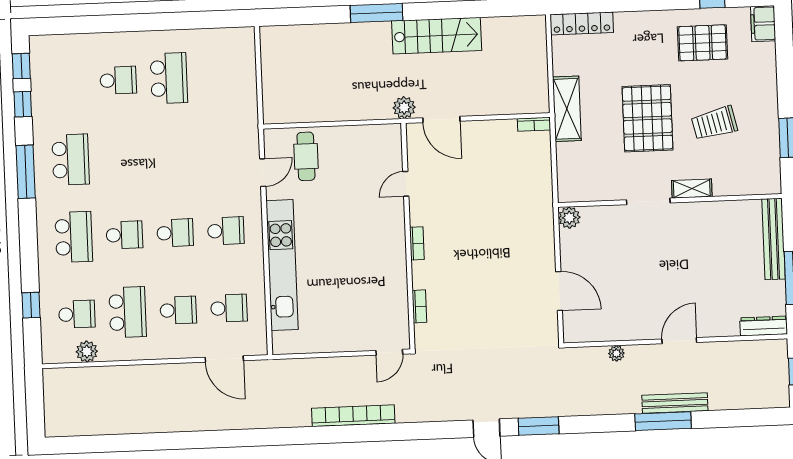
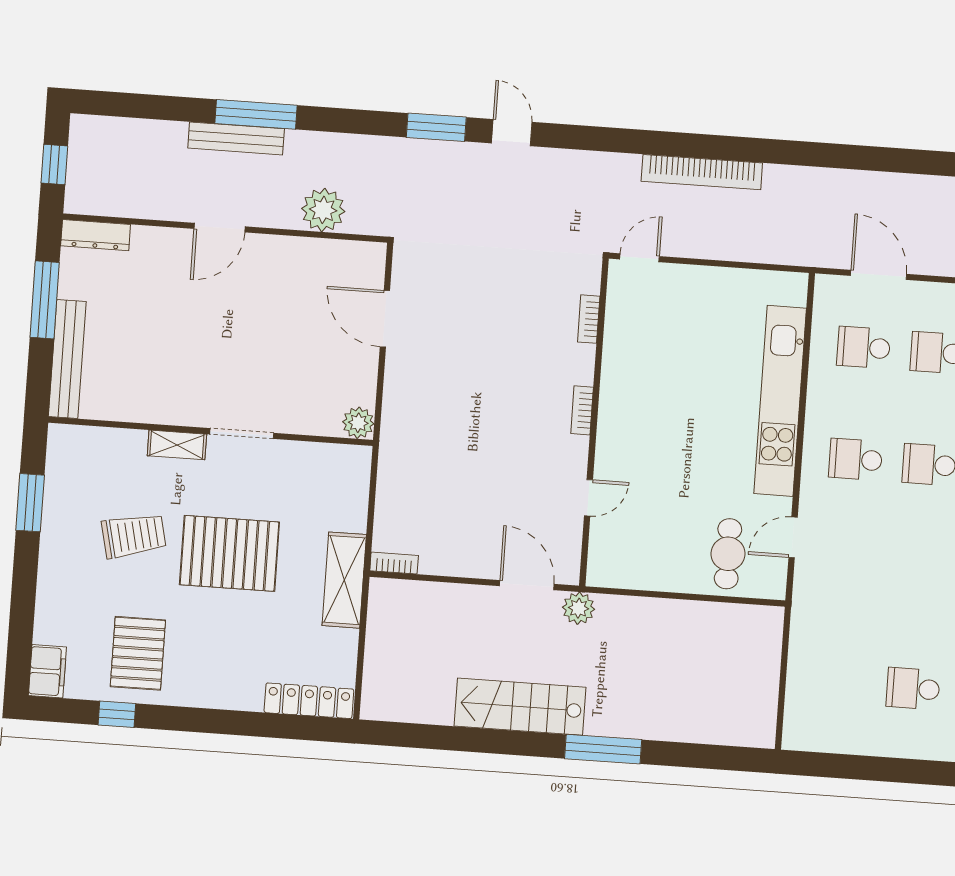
pallet: (703, 43) -> (138, 653), turned 90
school desk: (169, 78) -> (913, 689), width x0.54
pallet: (647, 118) -> (229, 553), turned 90
plant: (616, 353) -> (323, 210), width x1.88, depth x1.88

